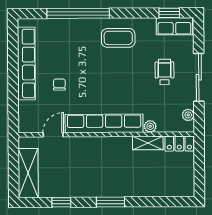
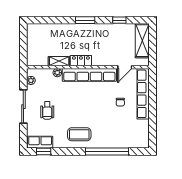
row of seats: (26, 64) -> (143, 94), moved
locker: (179, 144) -> (81, 61), moved

